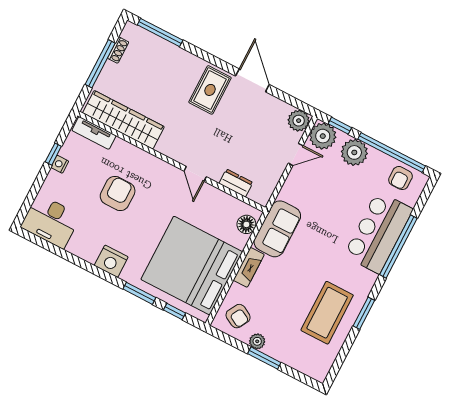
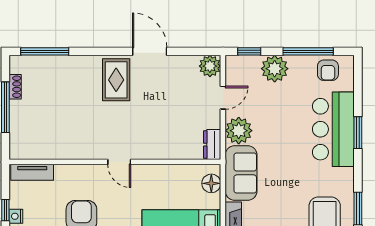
wardrobe: (123, 120) -> (52, 147), removed
plant: (323, 136) -> (239, 131), moved
window: (392, 153) -> (308, 51), width x0.68
door: (195, 174) -> (119, 162), moved
dresser: (236, 183) -> (212, 145), moved, turned -90
window: (398, 247) -> (358, 133), width x0.47

